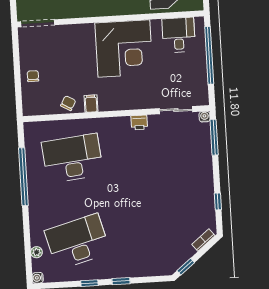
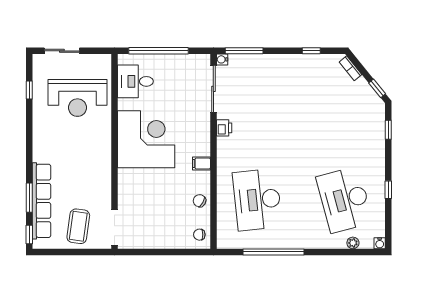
chair: (33, 76) -> (199, 235), moved
filing cabinet: (91, 104) -> (201, 164), moved
sliding door: (176, 110) -> (213, 89), width x1.37
window: (121, 281) -> (388, 130), moved

